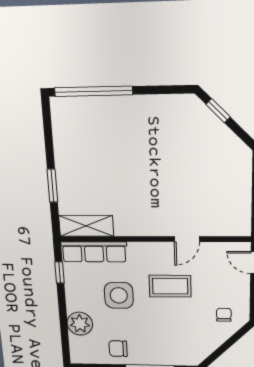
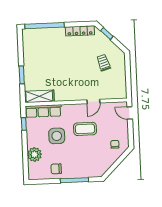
locker: (164, 104) -> (80, 31), added
trolley: (209, 168) -> (104, 63), added

